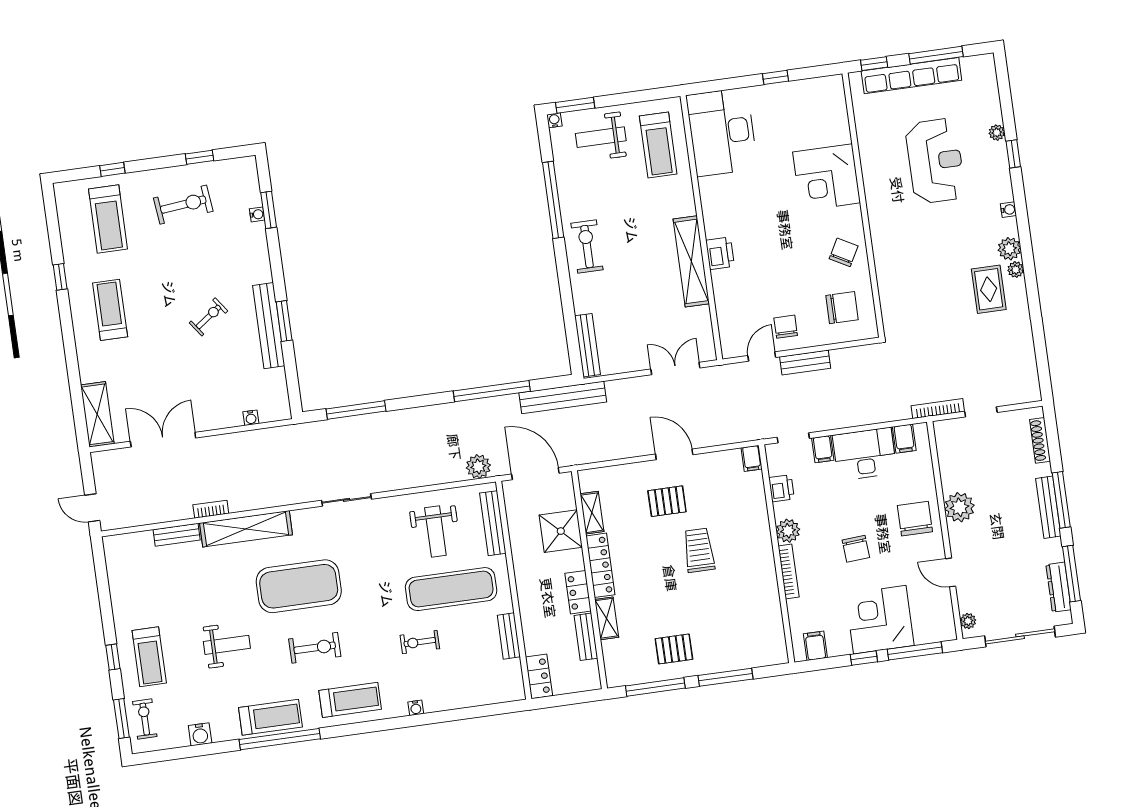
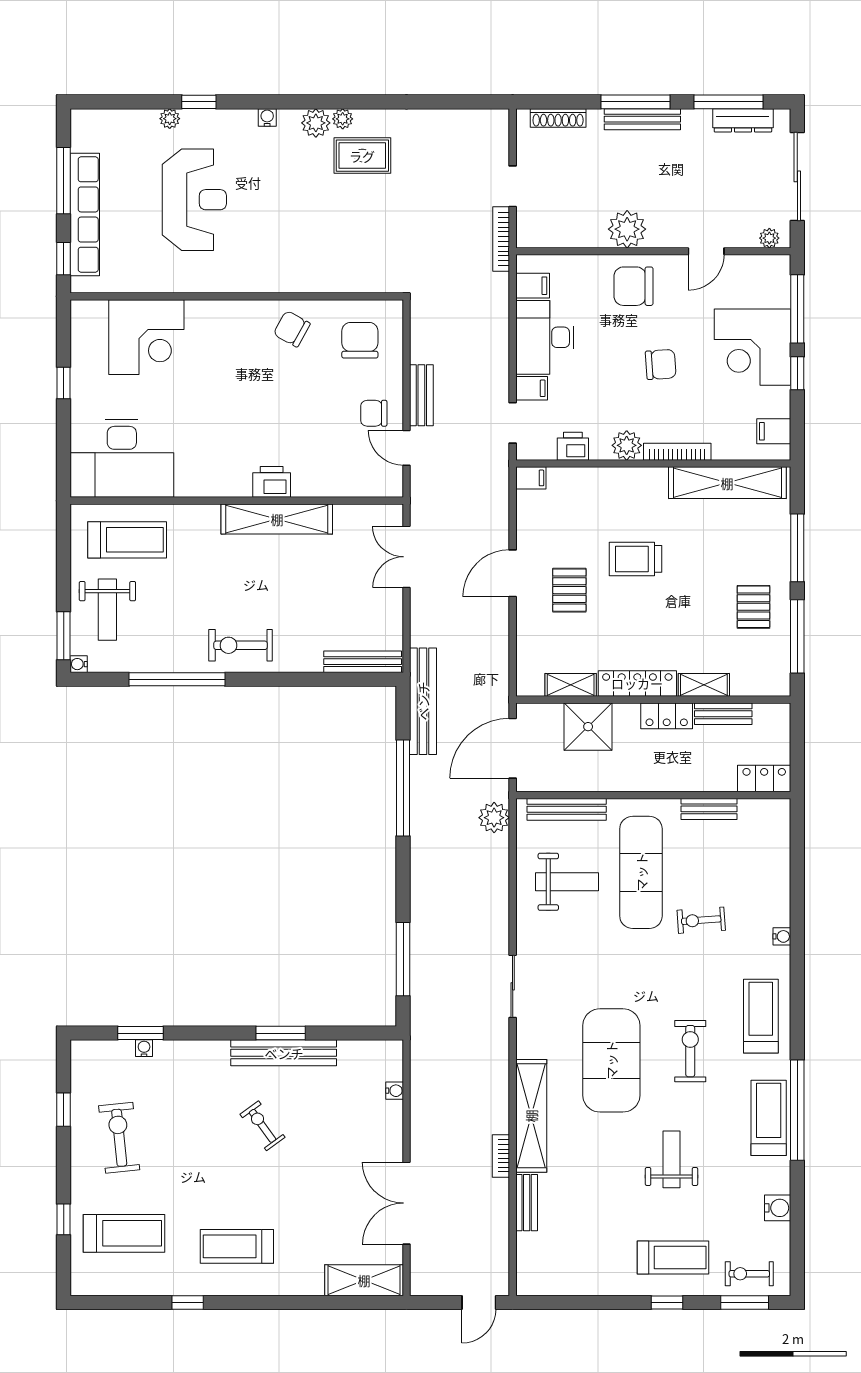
reception desk: (935, 161) -> (194, 200), turned 90
corner desk: (827, 177) -> (146, 337), moved
shelving: (769, 615) -> (727, 483), added
exercise bike: (420, 642) -> (701, 920), turned 86

